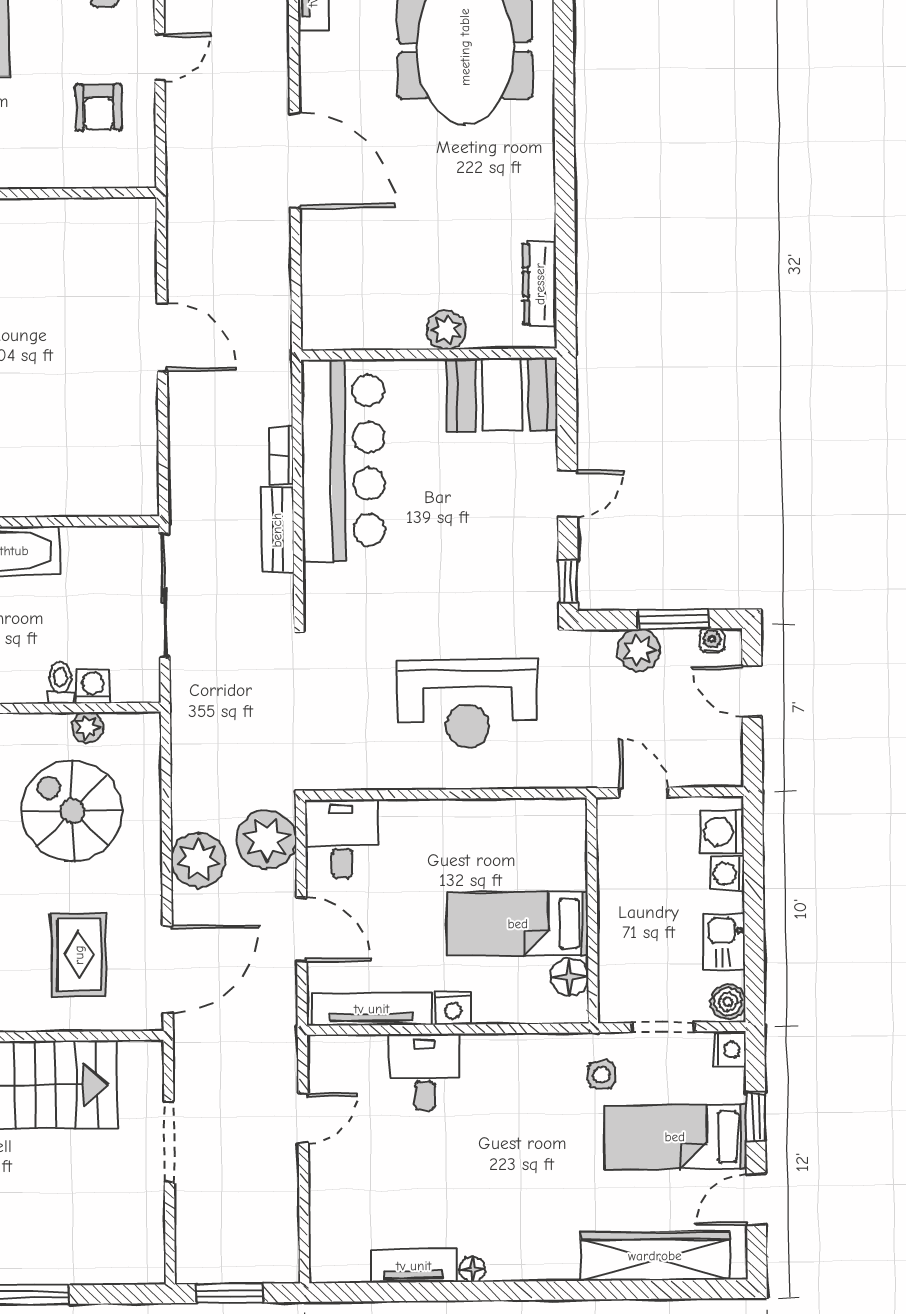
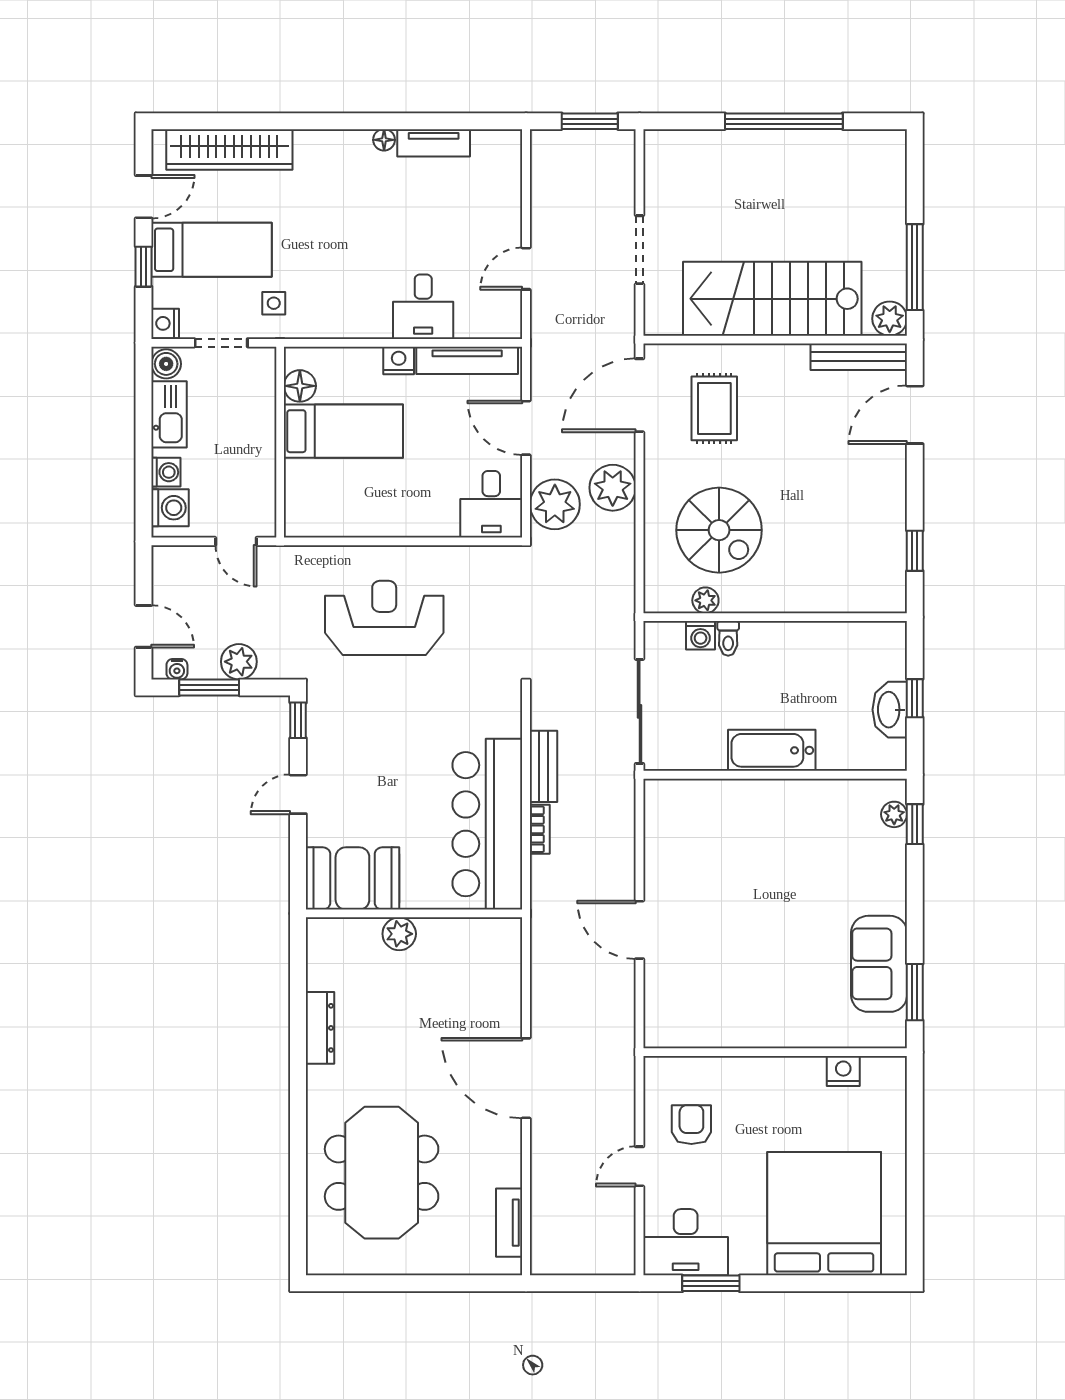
dresser: (540, 284) -> (320, 1028), moved
kitchen sink: (724, 942) -> (169, 414), width x1.38

